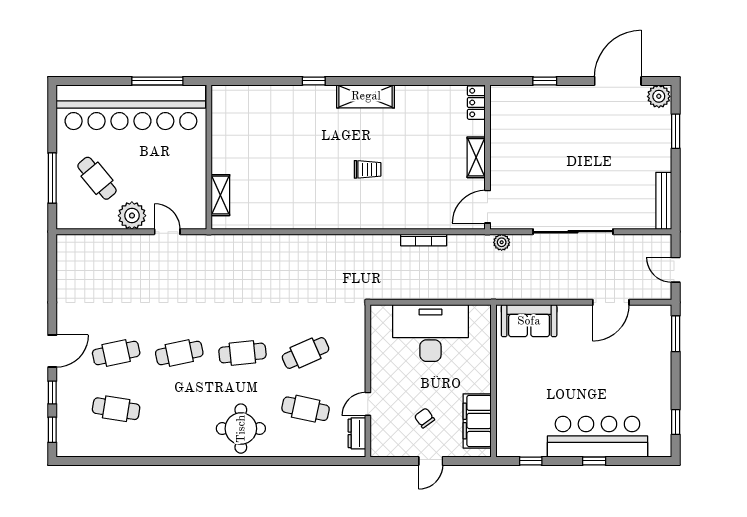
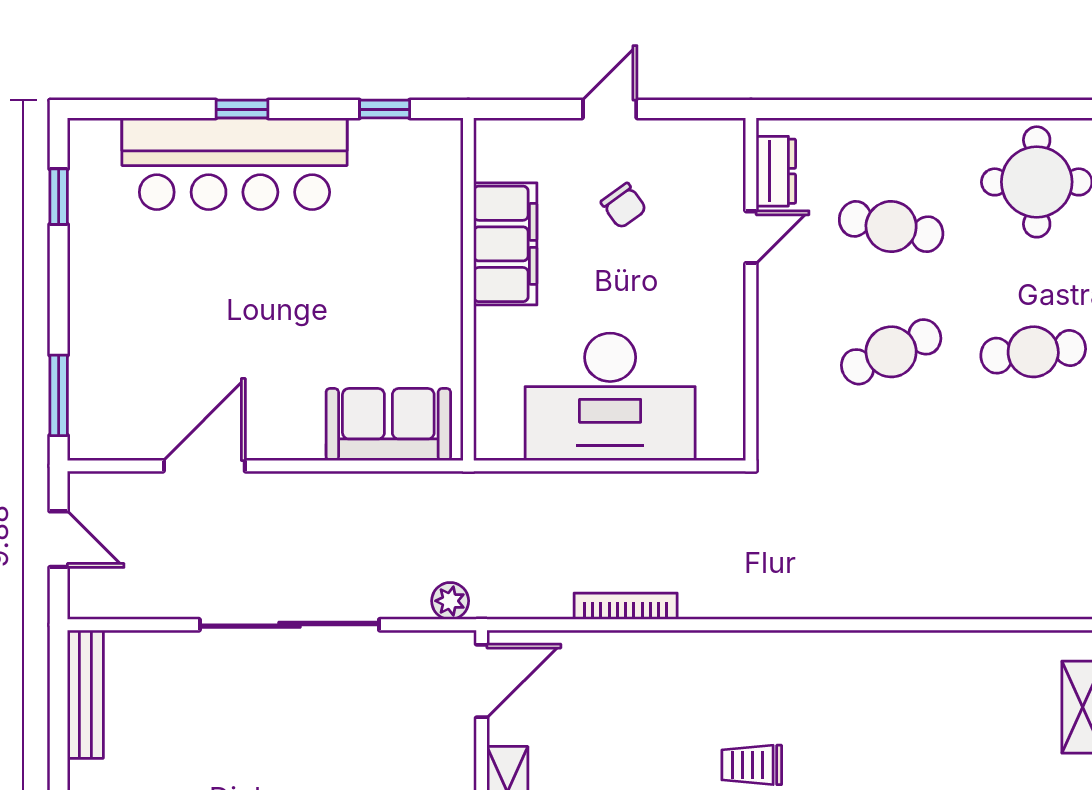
filing cabinet: (477, 421) -> (505, 244), moved

